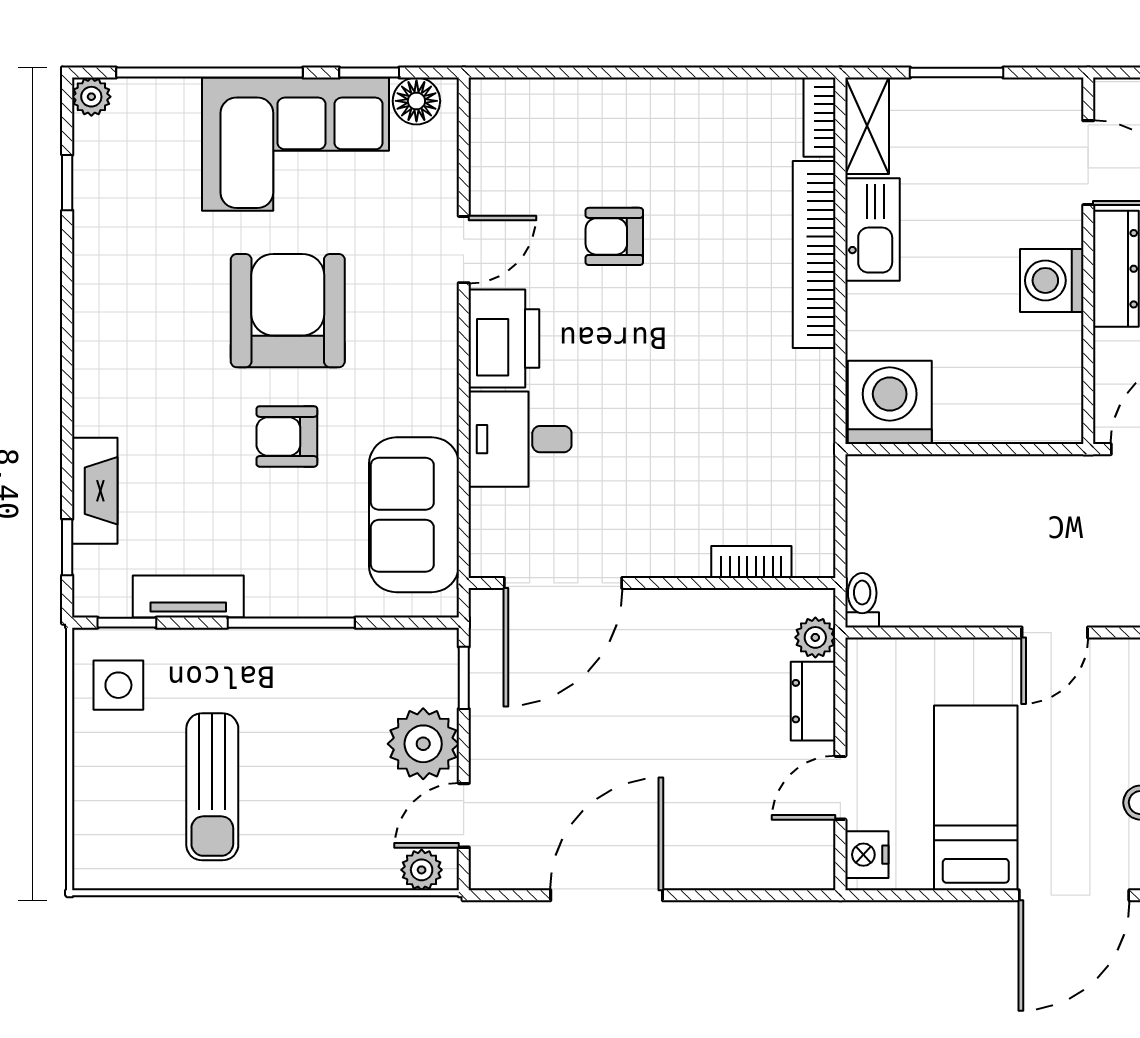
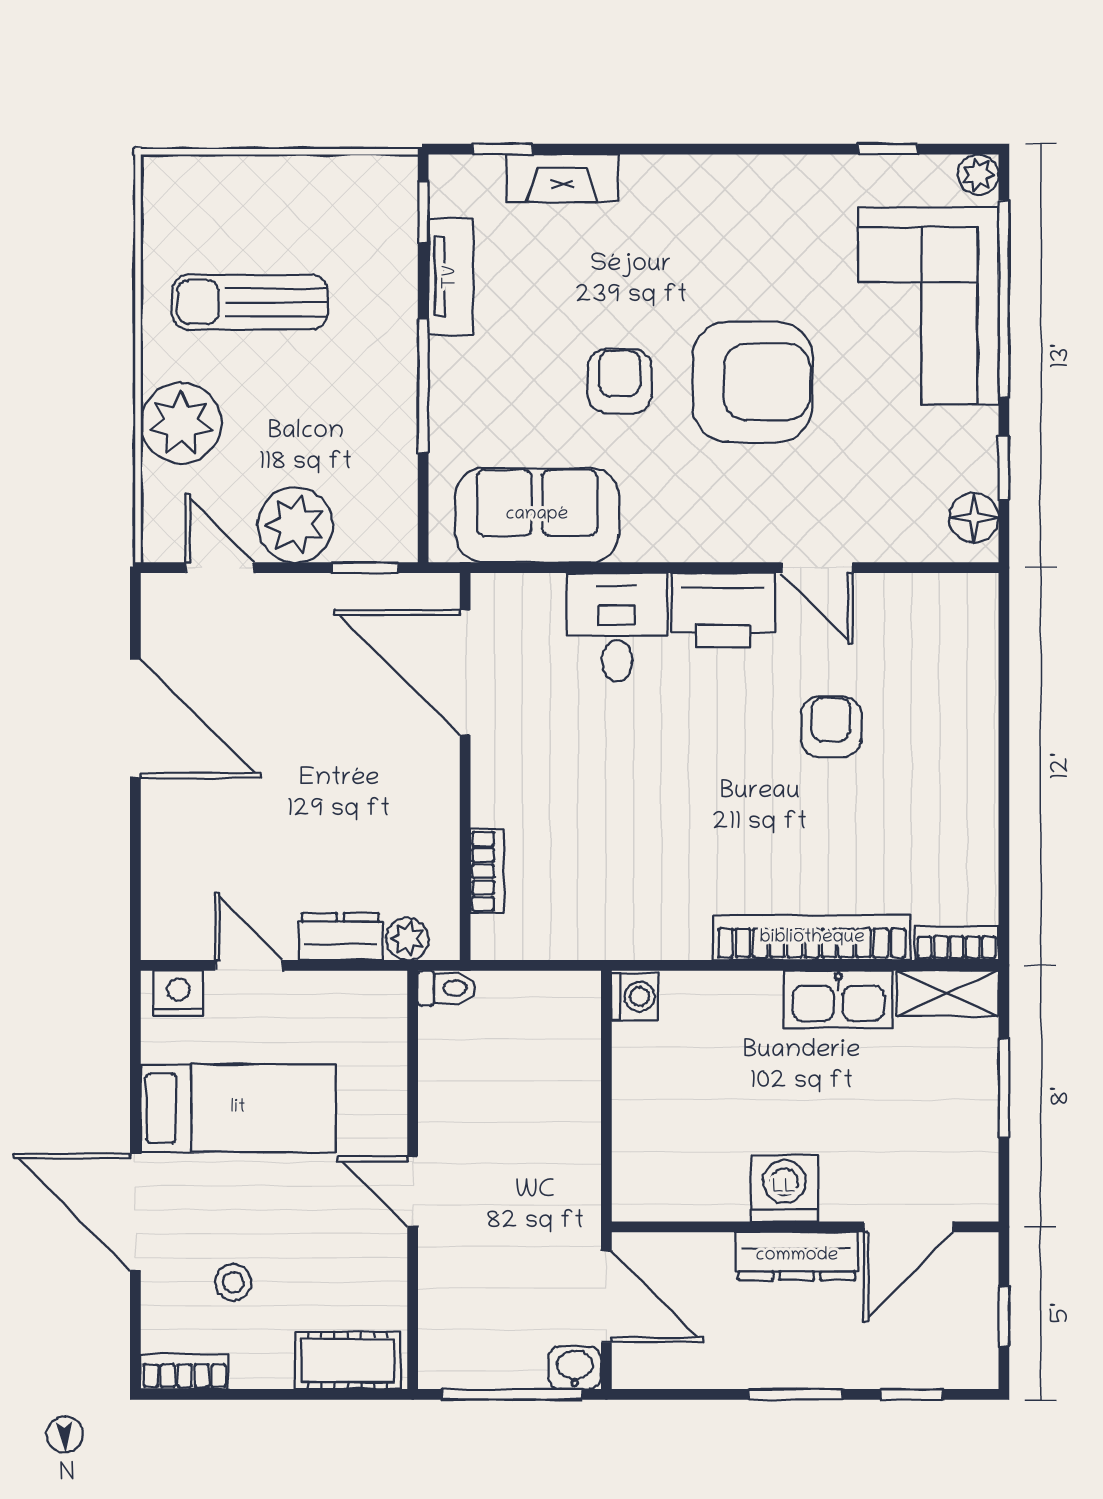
corner sofa: (295, 144) -> (928, 306), moved
washing machine: (890, 402) -> (635, 997), width x0.53, depth x0.53
side table: (118, 685) -> (357, 203), removed
plant: (422, 870) -> (181, 423), moved, width x1.87, depth x1.87

